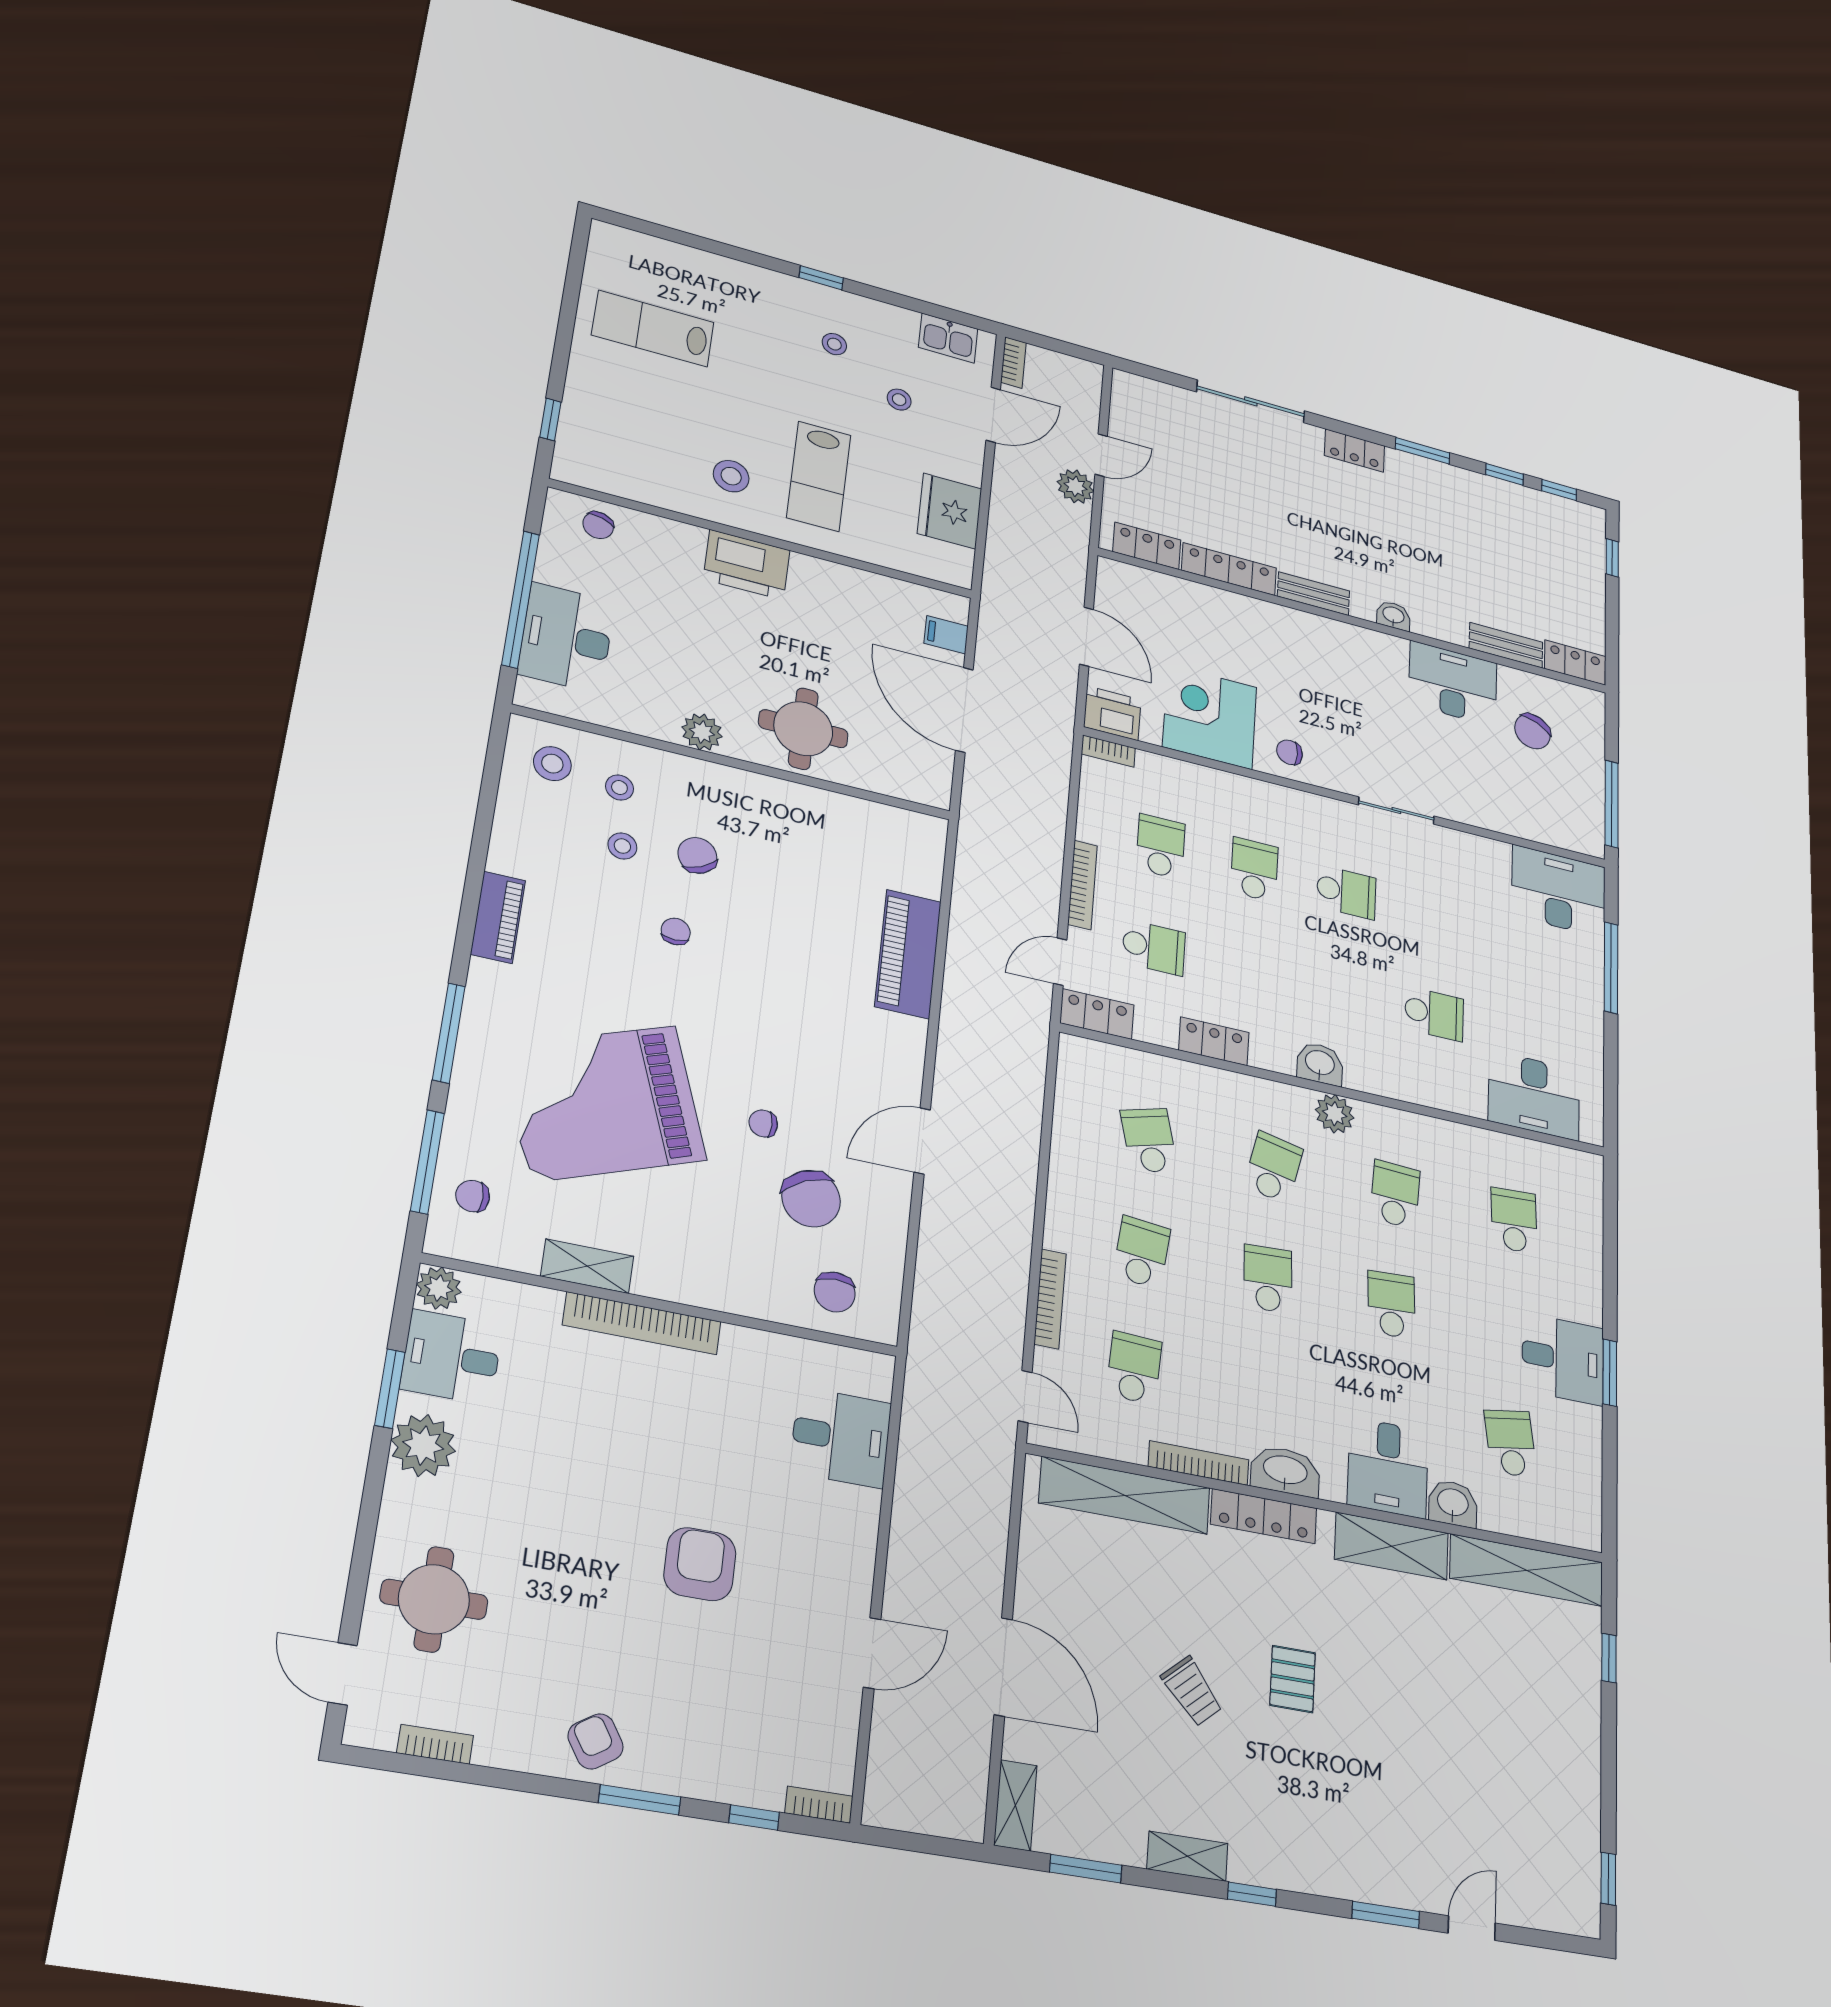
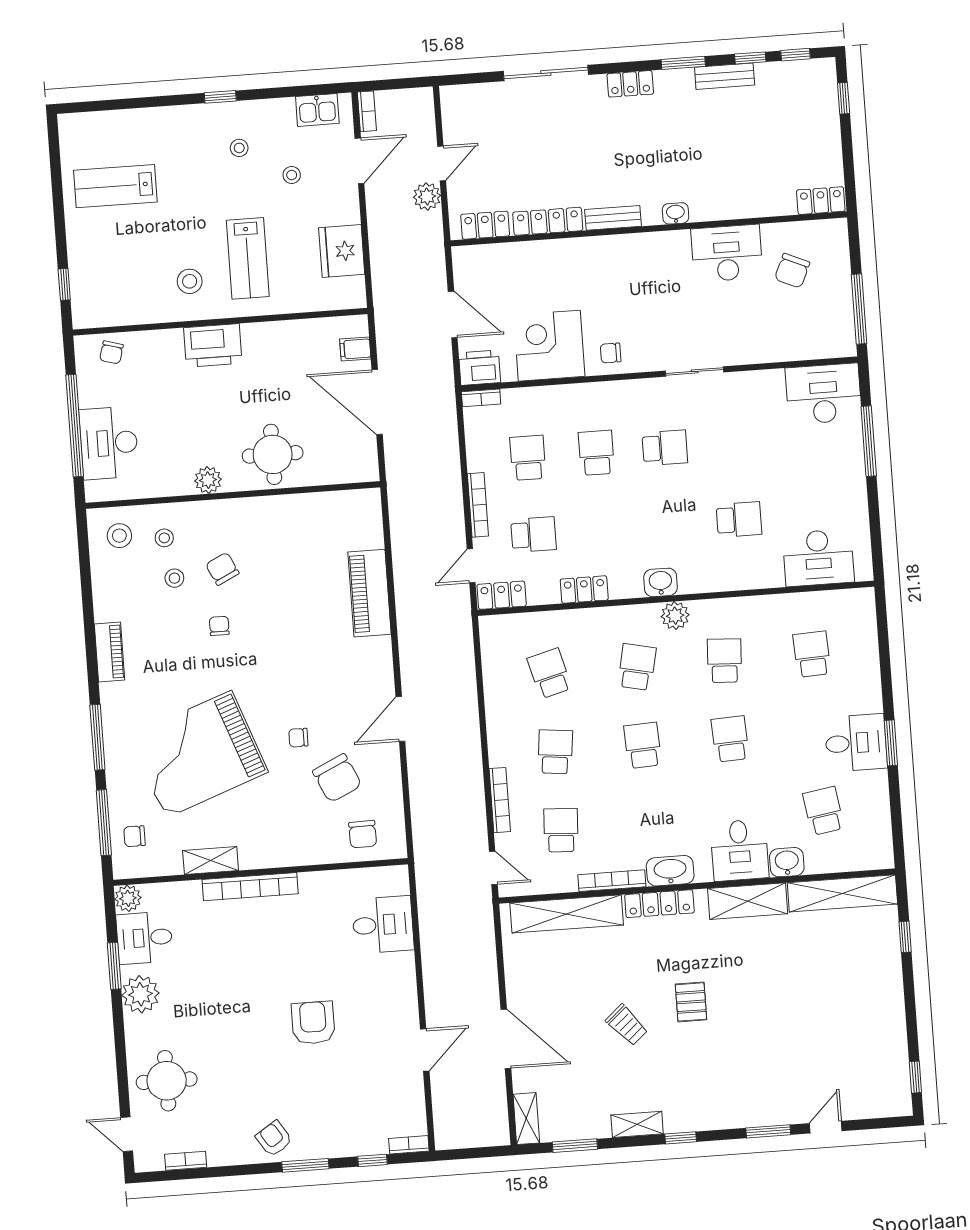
bench: (1506, 645) -> (725, 76), moved

